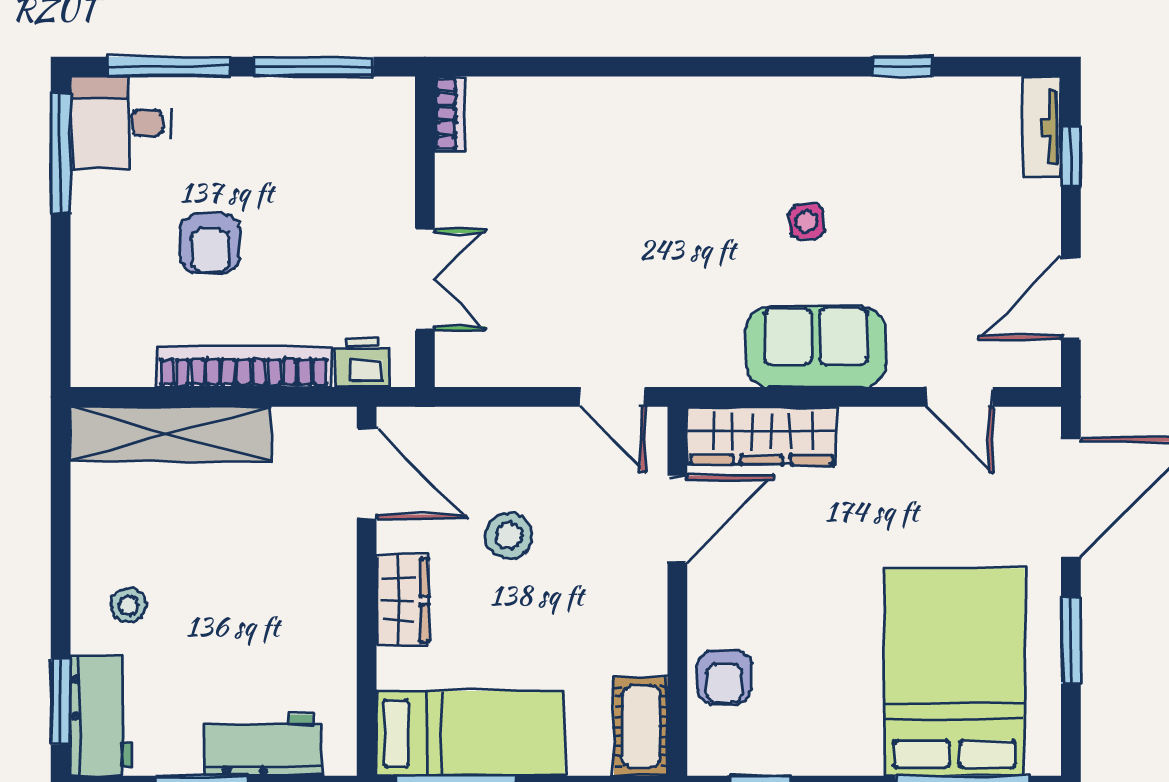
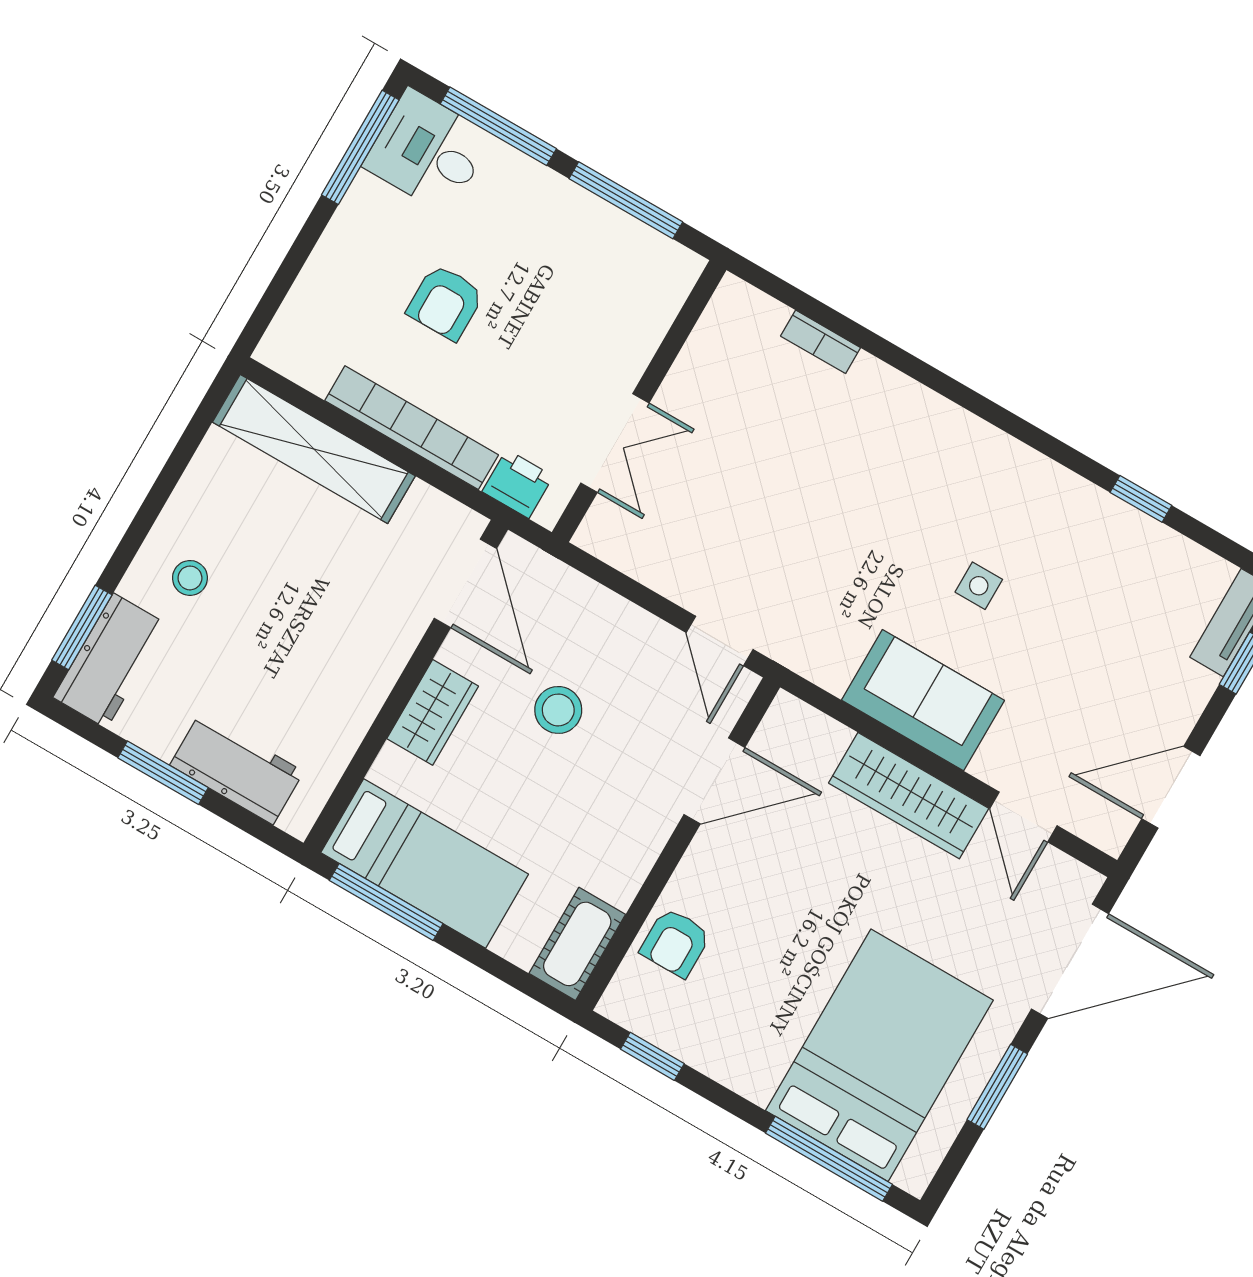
bookcase: (449, 114) -> (821, 342), moved, turned 90
wardrobe: (762, 436) -> (909, 796), moved

